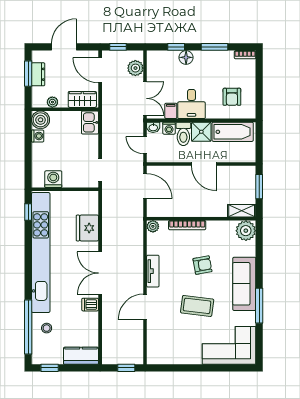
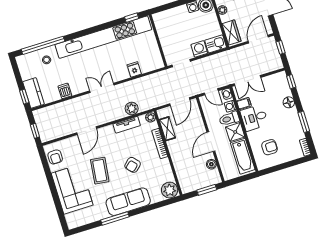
window: (176, 47) -> (291, 82), moved
plant: (135, 68) -> (132, 108), moved
armchair: (232, 97) -> (269, 147), turned 180
door: (145, 145) -> (211, 92), swing flipped
boiler: (231, 172) -> (211, 164), added
washing machine: (53, 179) -> (199, 49), moved, turned -90
shelving: (242, 211) -> (167, 129), moved
fridge: (87, 228) -> (134, 69), width x0.53, depth x0.75
armchair: (202, 265) -> (133, 165), turned 58
tv unit: (153, 271) -> (127, 125), moved
double door: (100, 273) -> (102, 88), width x0.73
dishwasher: (90, 305) -> (65, 91), moved
door: (145, 307) -> (87, 131), swing flipped
corner sofa: (229, 345) -> (72, 189), moved
armchair: (165, 354) -> (55, 157), added
window: (50, 368) -> (24, 97), moved

